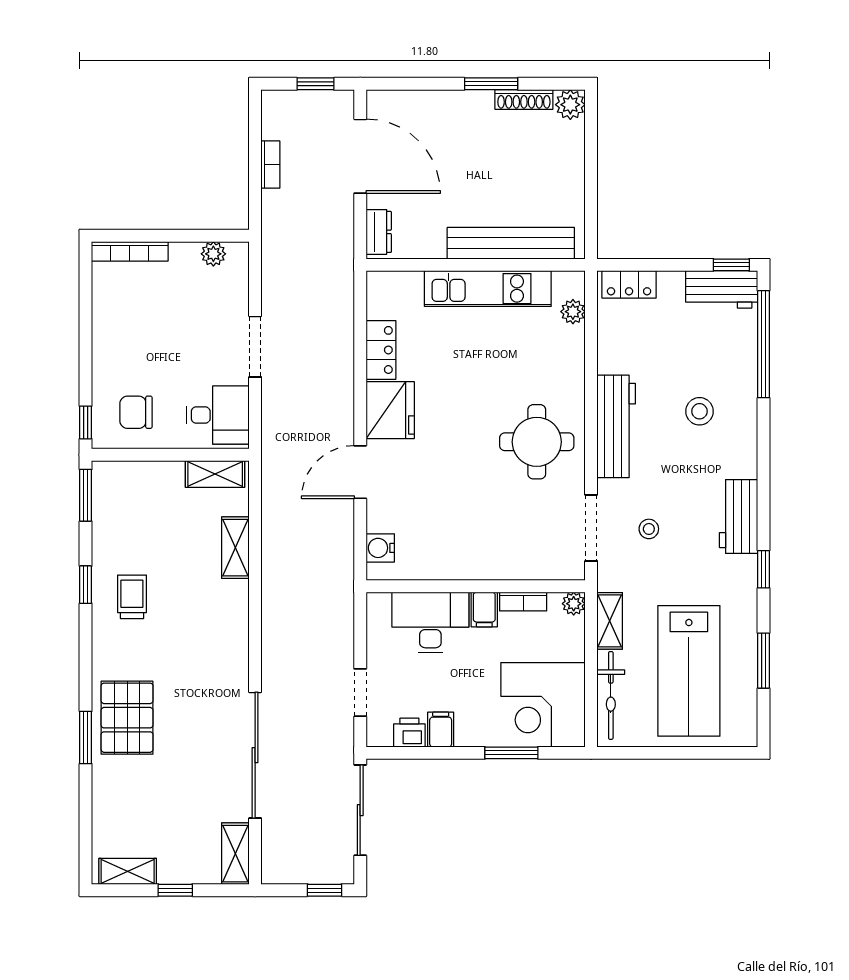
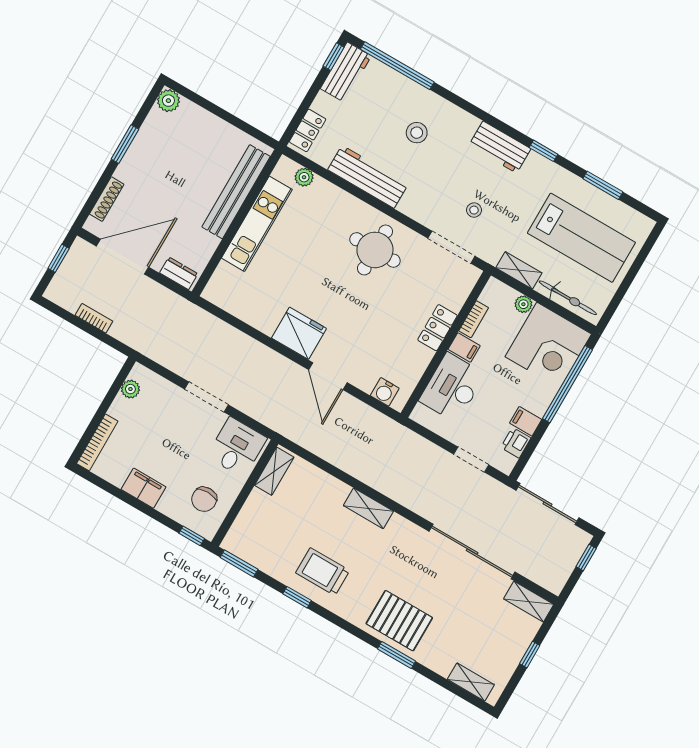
shoe rack: (524, 99) -> (107, 199), moved
filing cabinet: (108, 335) -> (143, 488), added
locker: (381, 350) -> (437, 328), moved, turned -90
workbench: (616, 426) -> (368, 177), moved
shelving: (235, 548) -> (368, 508), moved
trolley: (132, 597) -> (323, 572), width x1.36, depth x1.39
plant: (574, 604) -> (523, 304), moved
window: (511, 753) -> (568, 384), width x2.11
shelving: (128, 871) -> (471, 682), moved, turned 90

